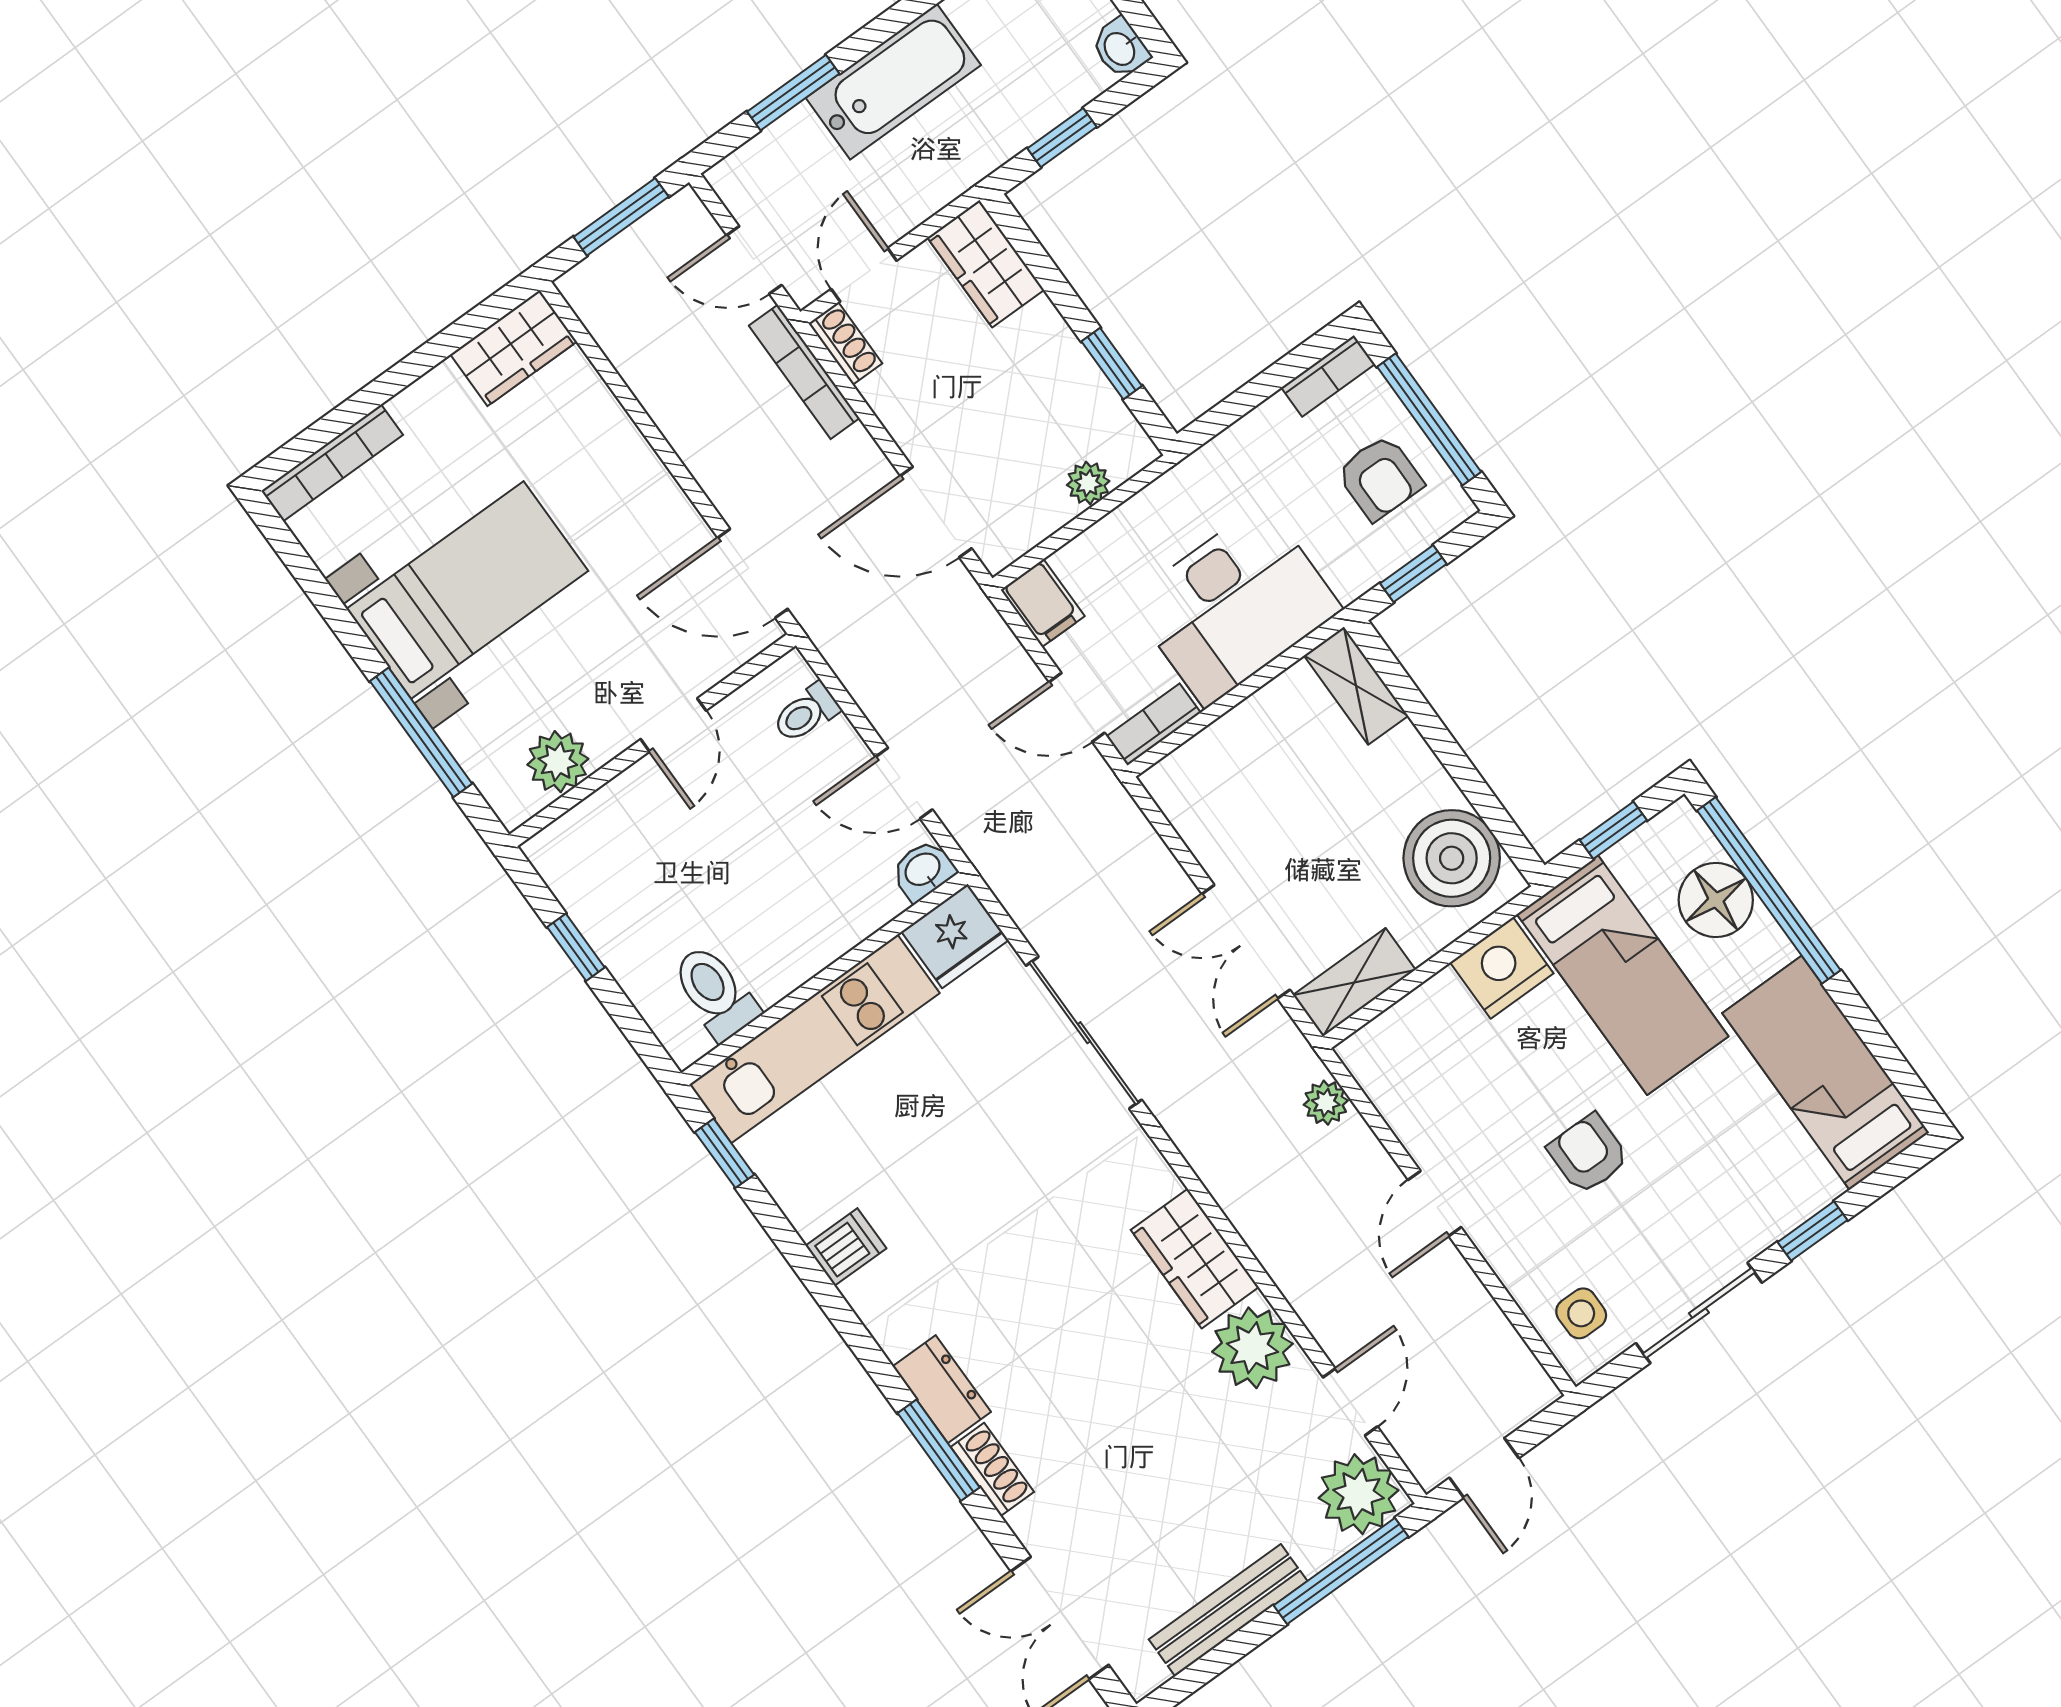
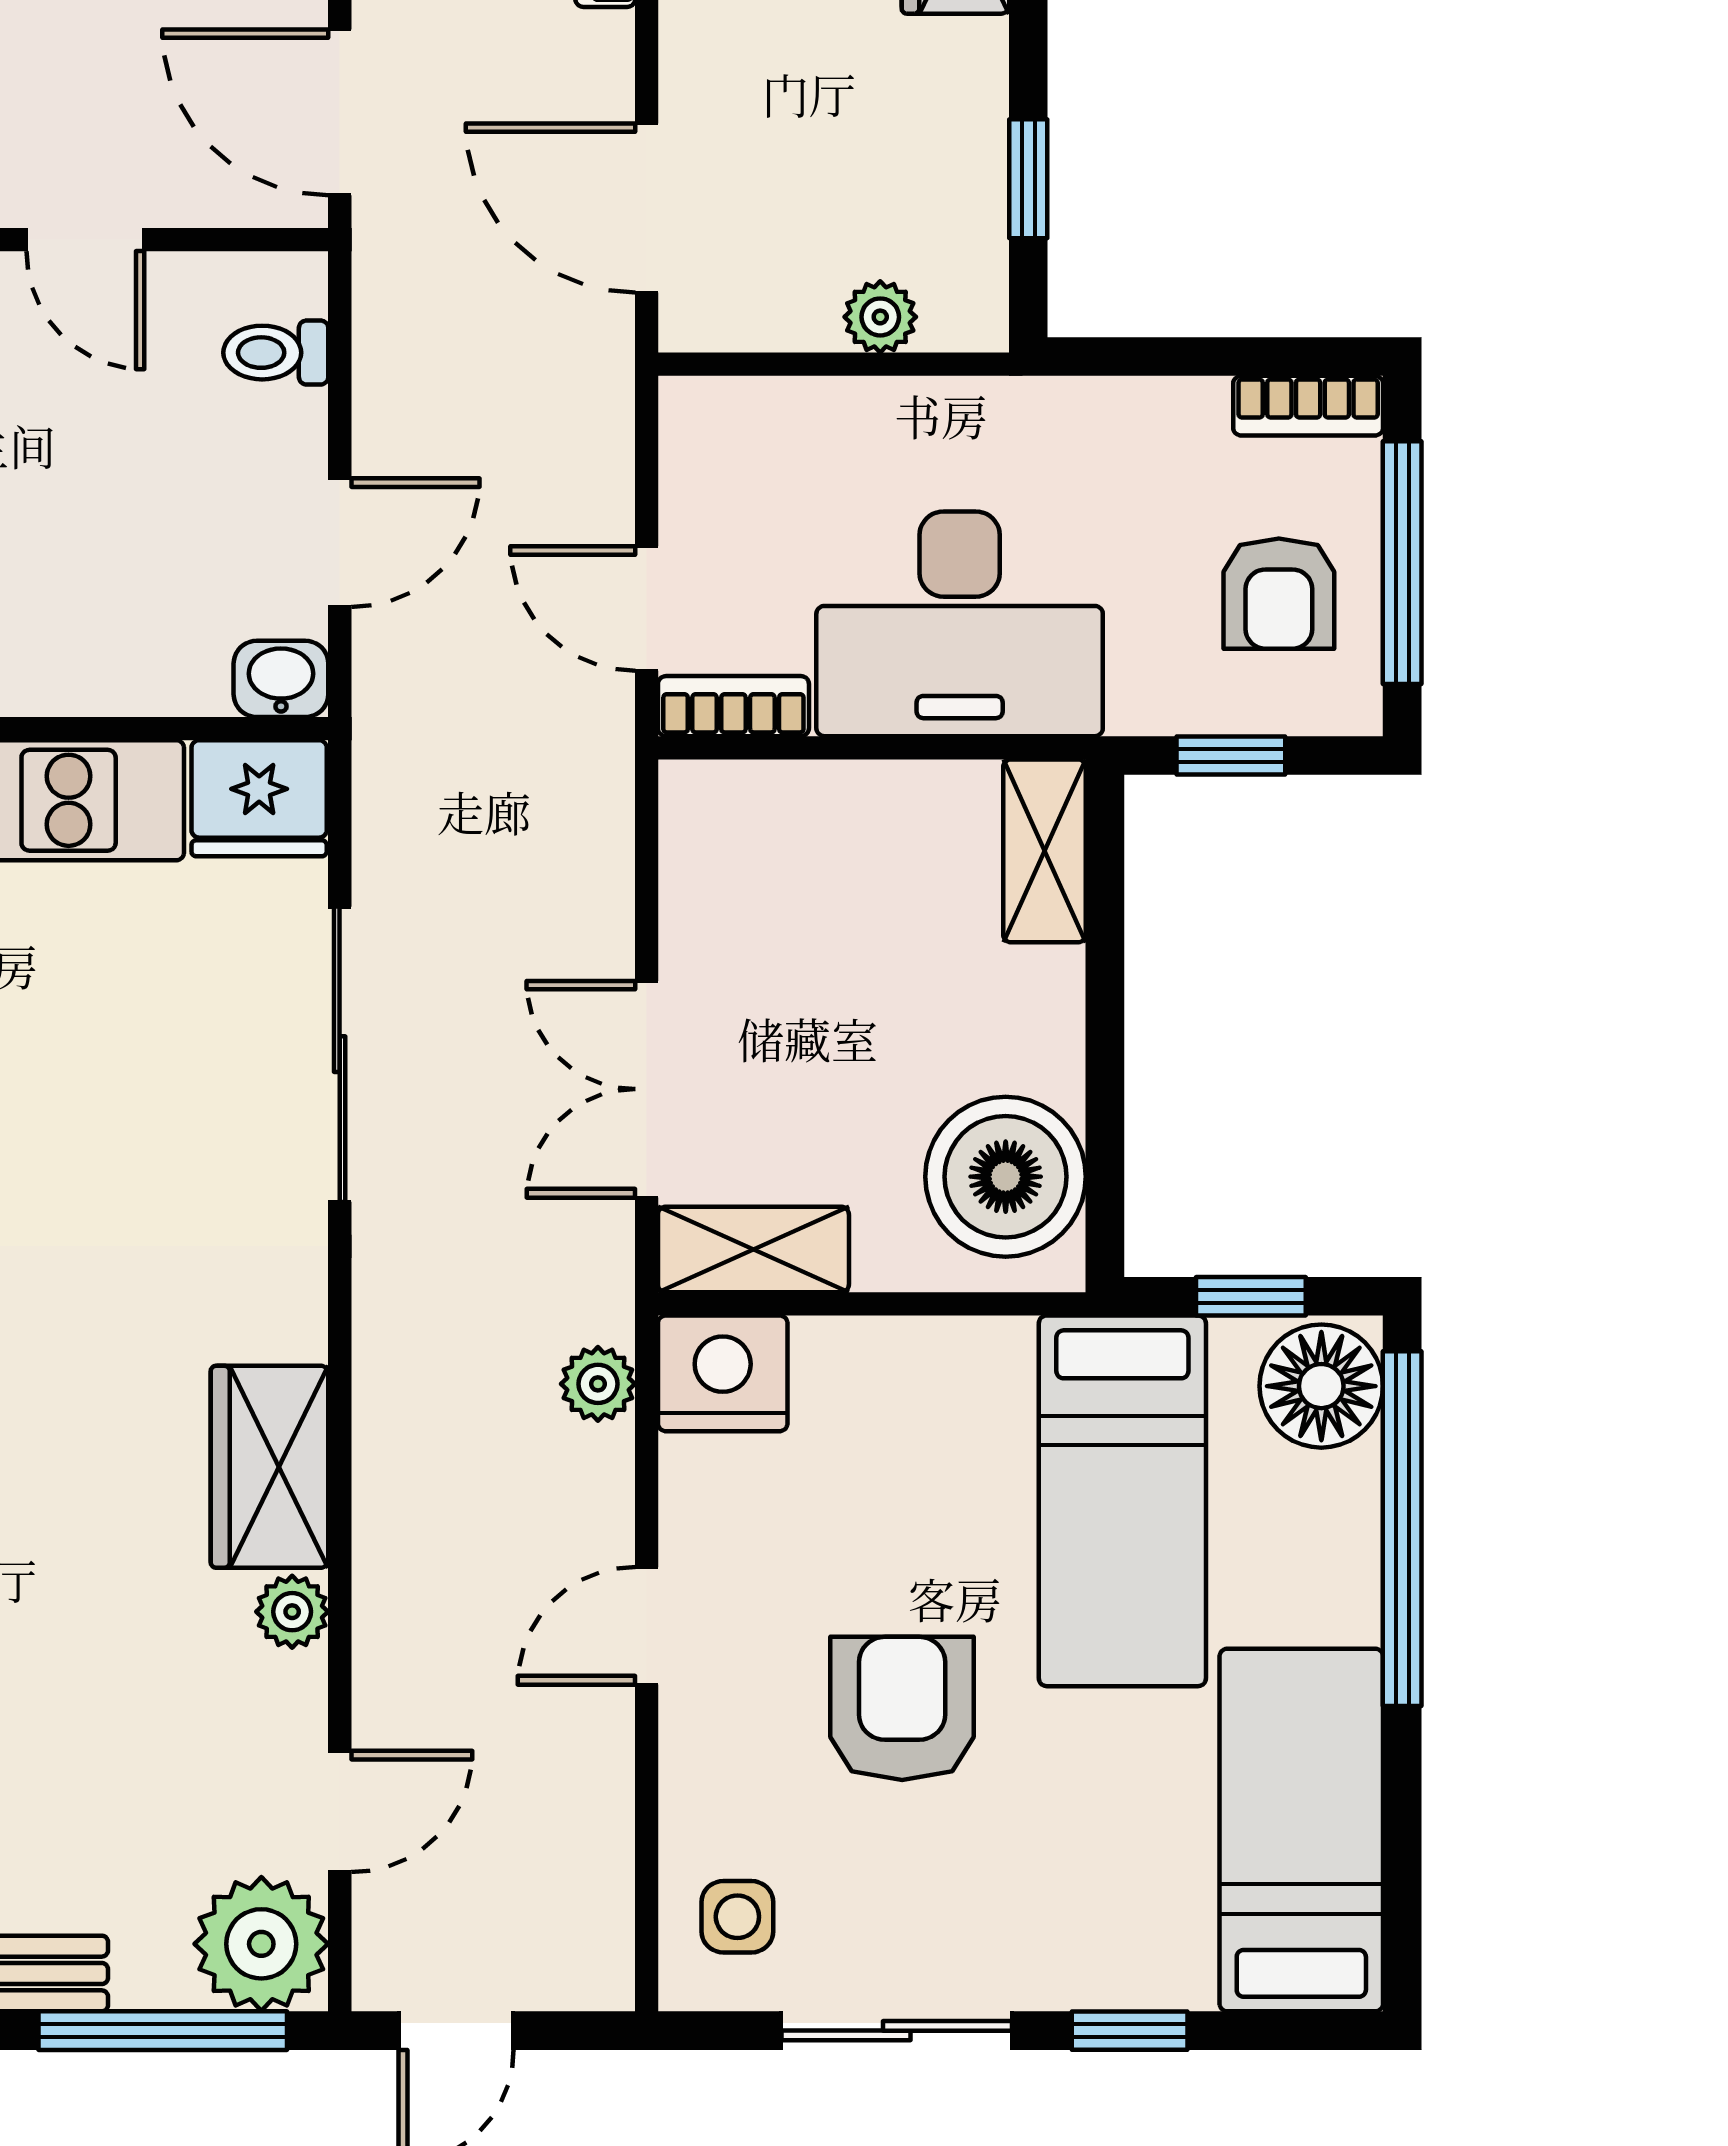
filing cabinet: (1043, 603) -> (702, 434), removed
door: (673, 725) -> (85, 240), hinge flipped
door: (904, 783) -> (340, 543), swing flipped
floor lamp: (1716, 900) -> (1321, 1386), moved
nightstand: (1502, 968) -> (723, 1373), moved
armchair: (1588, 1154) -> (902, 1708), width x1.38, depth x1.38
plant: (1252, 1348) -> (292, 1612), width x0.53, depth x0.53

